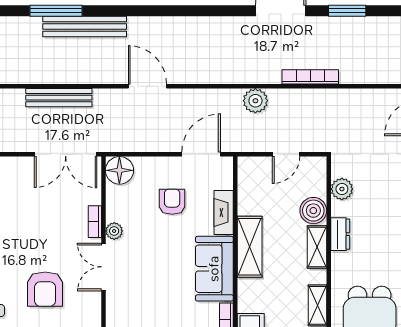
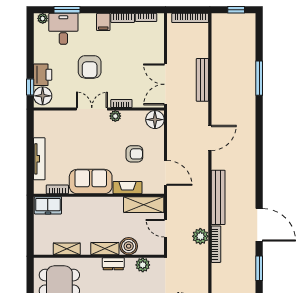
bench: (85, 26) -> (218, 197), moved
plant: (255, 101) -> (200, 236), moved
shelving: (250, 247) -> (144, 205), moved
armchair: (45, 289) -> (90, 67), moved, turned -90

